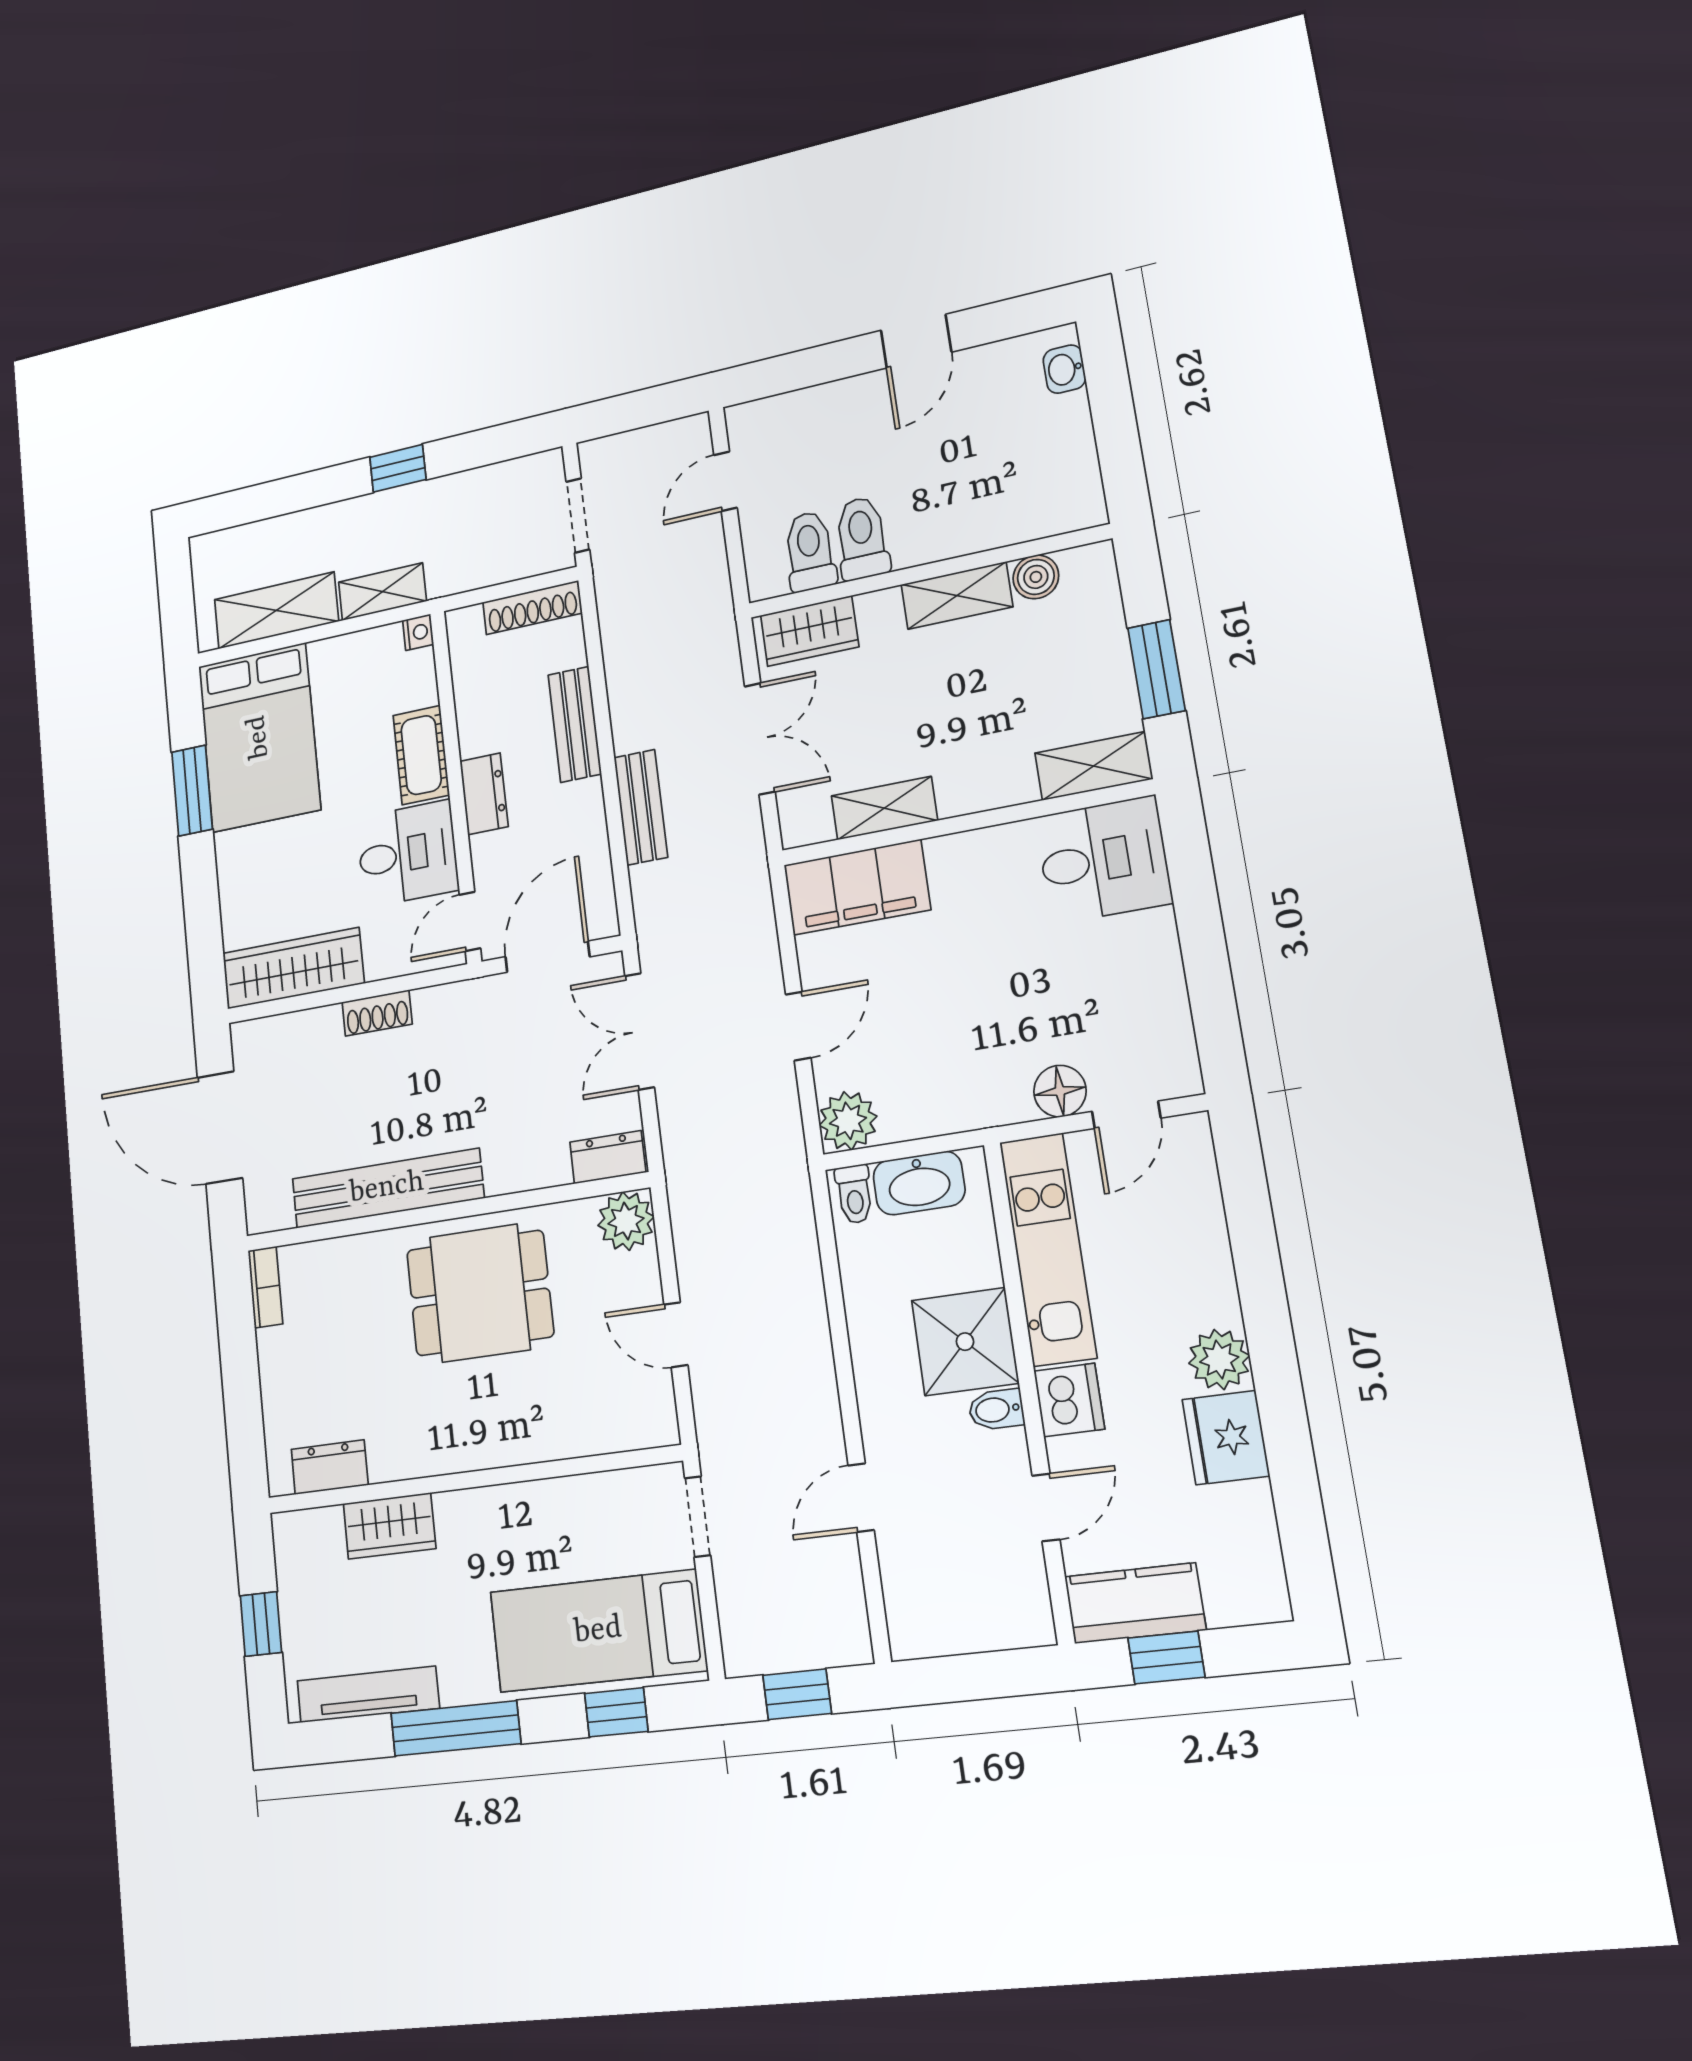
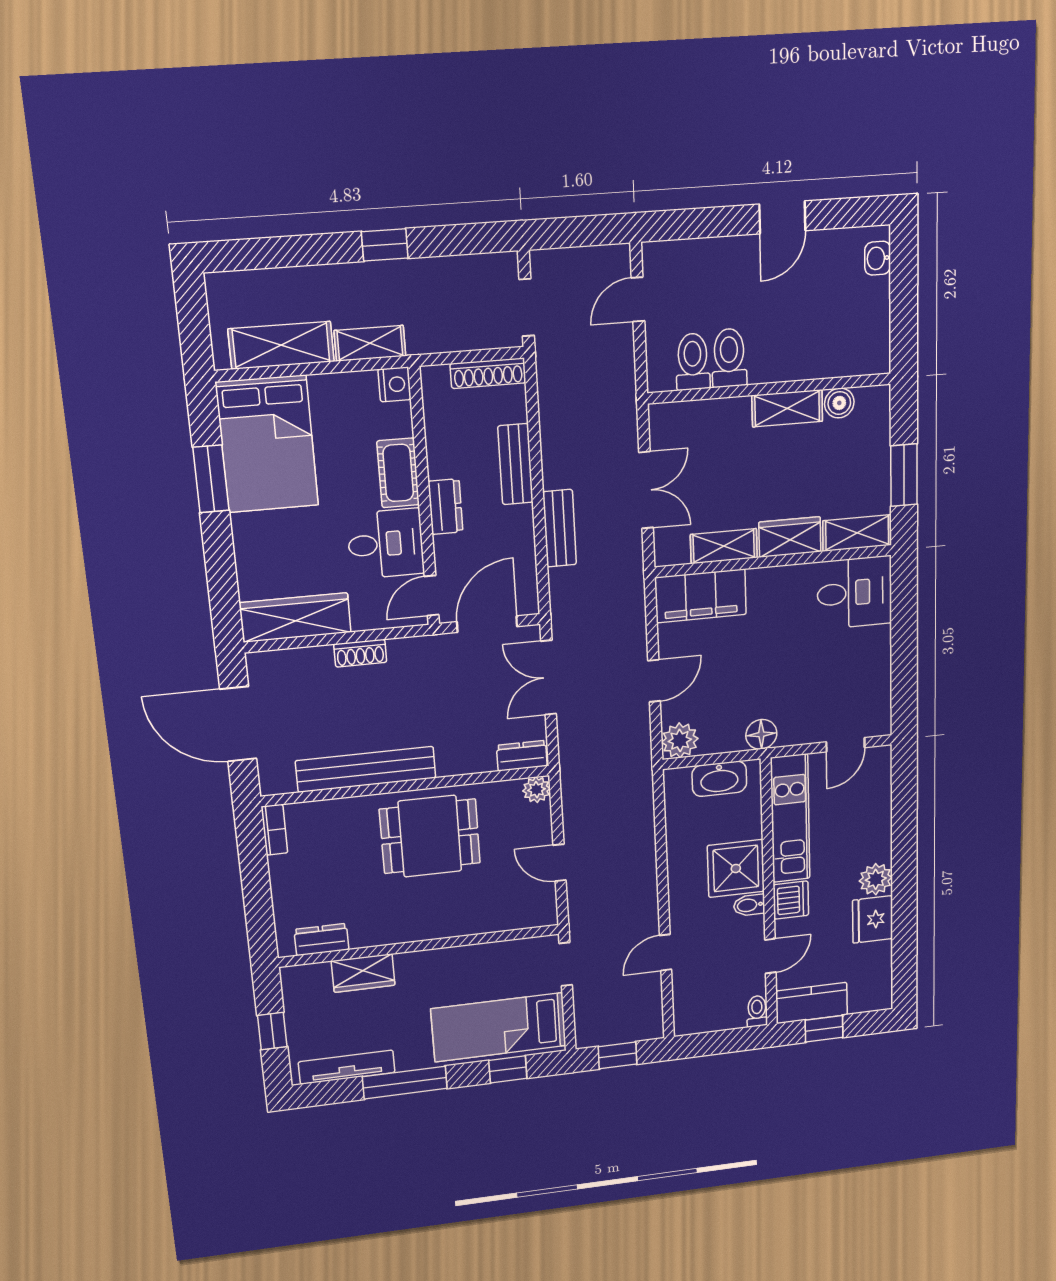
wardrobe: (810, 631) -> (790, 537), moved, turned 180
nightstand: (418, 632) -> (395, 384), width x1.39, depth x1.35
floor lamp: (1060, 1091) -> (761, 734), moved
toilet: (854, 1194) -> (757, 1011), moved, turned 180
plant: (626, 1221) -> (536, 790), width x0.73, depth x0.73

